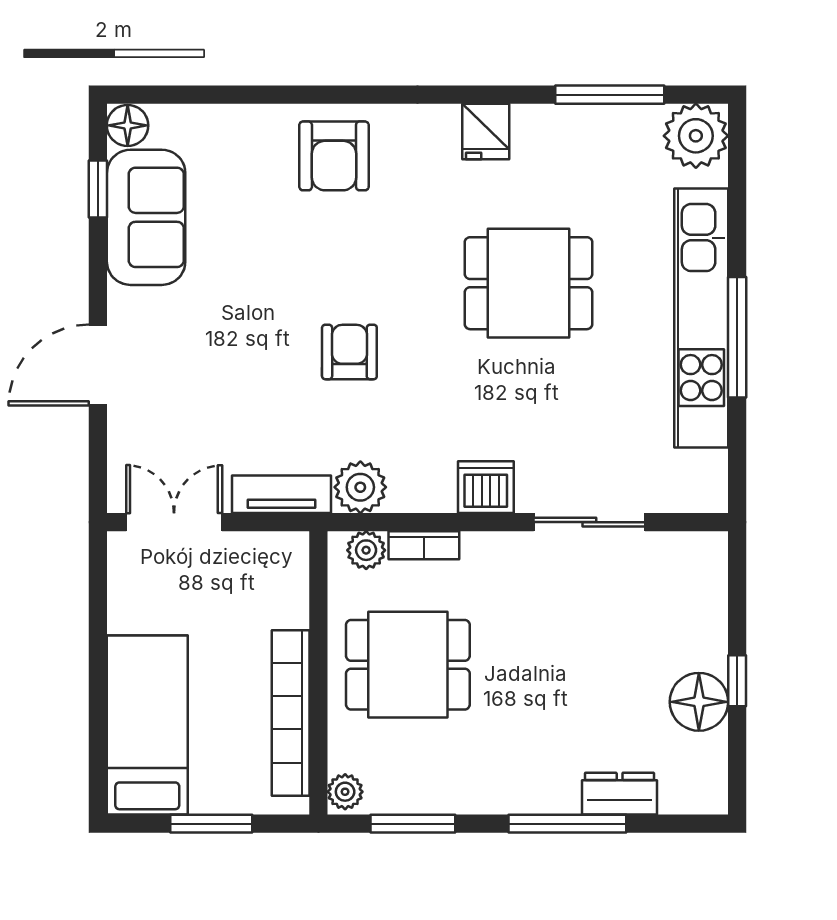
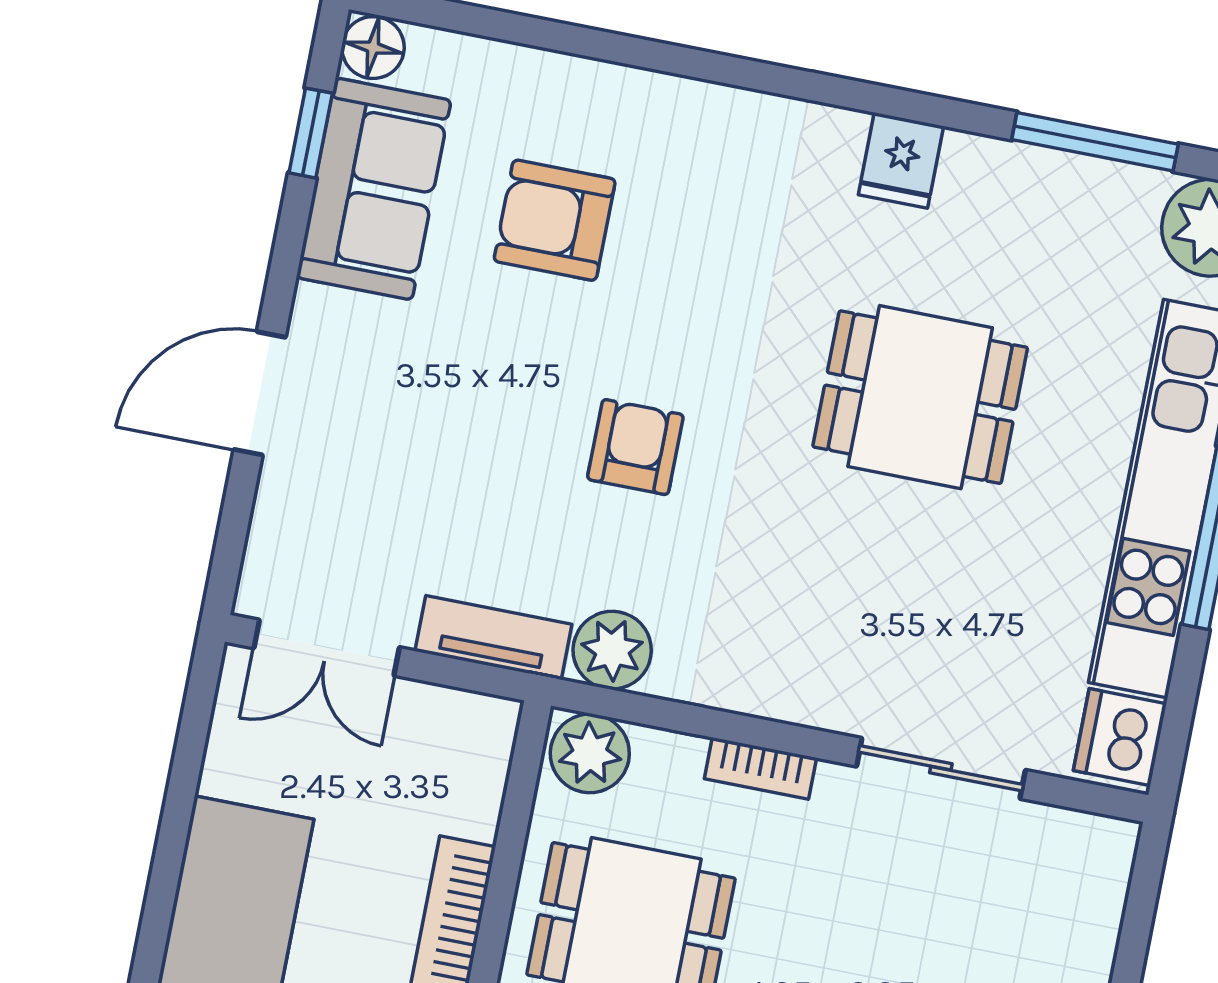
armchair: (334, 156) -> (555, 220), moved, turned 90
dishwasher: (486, 487) -> (1120, 737), moved, turned -90
double door: (174, 522) -> (327, 648), swing flipped
bookcase: (424, 545) -> (760, 768), moved
plant: (366, 550) -> (590, 753), width x1.38, depth x1.38

